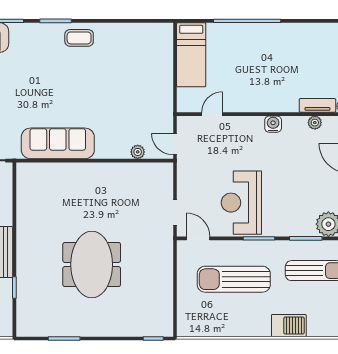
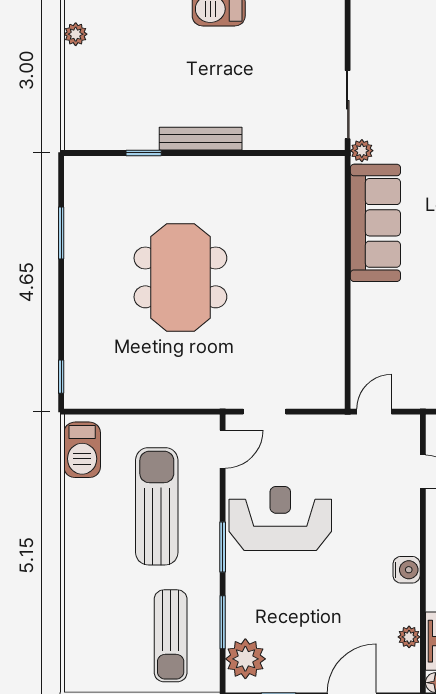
plant: (138, 152) -> (362, 151), moved
meeting table: (92, 265) -> (180, 277), turned 90
barbecue: (289, 326) -> (82, 450), moved

